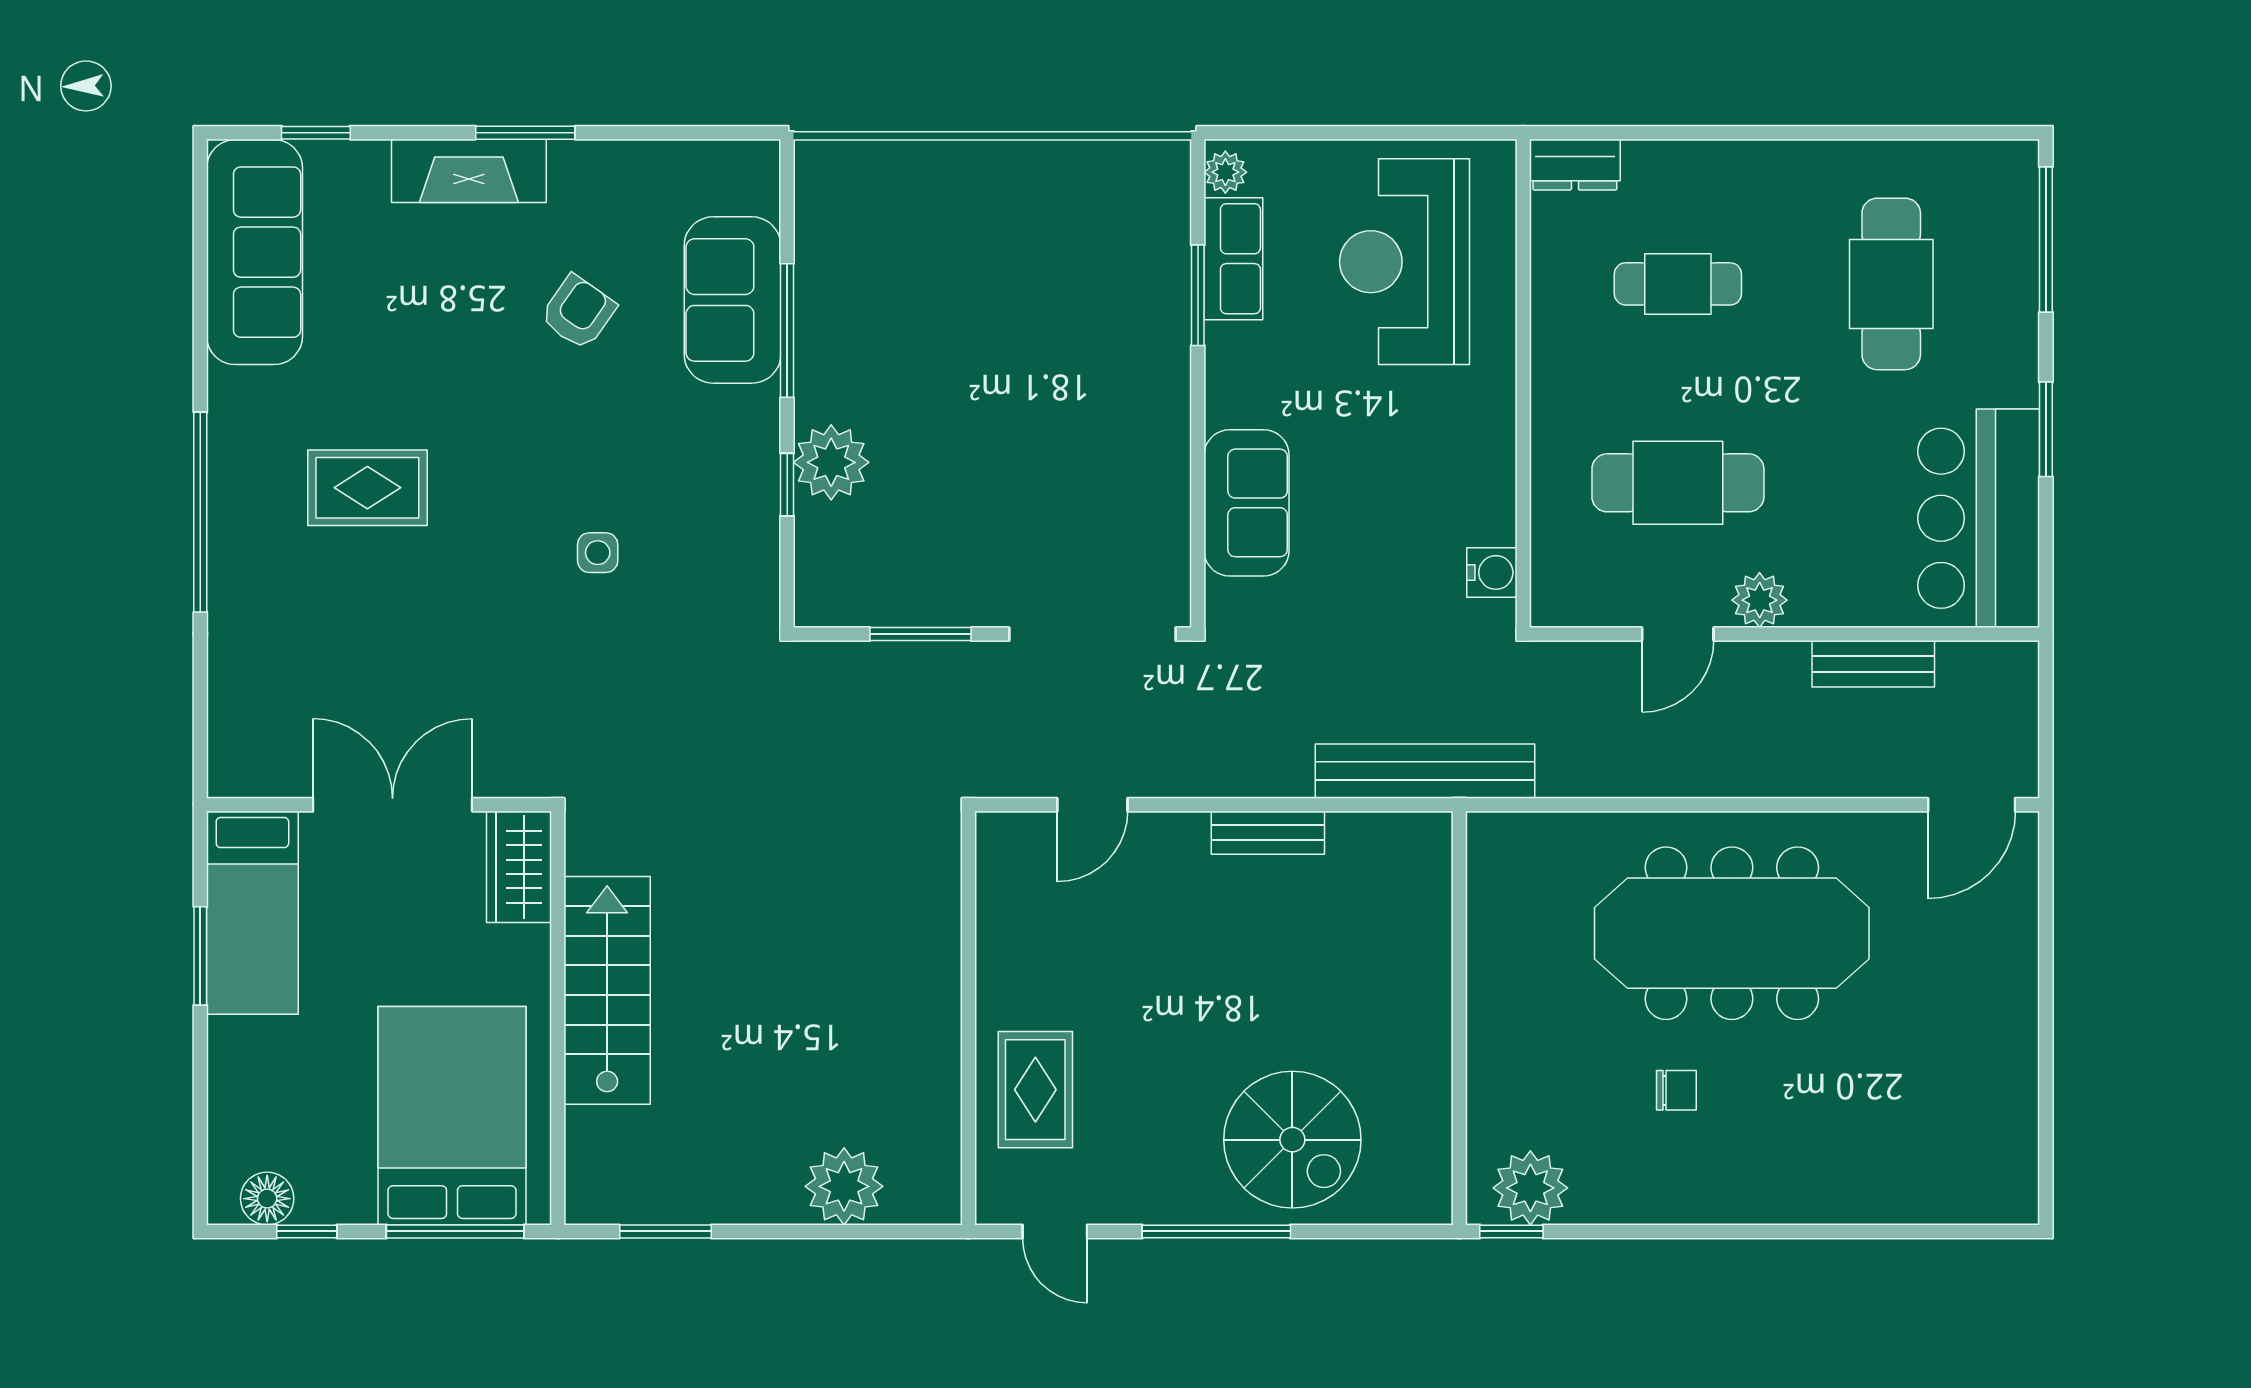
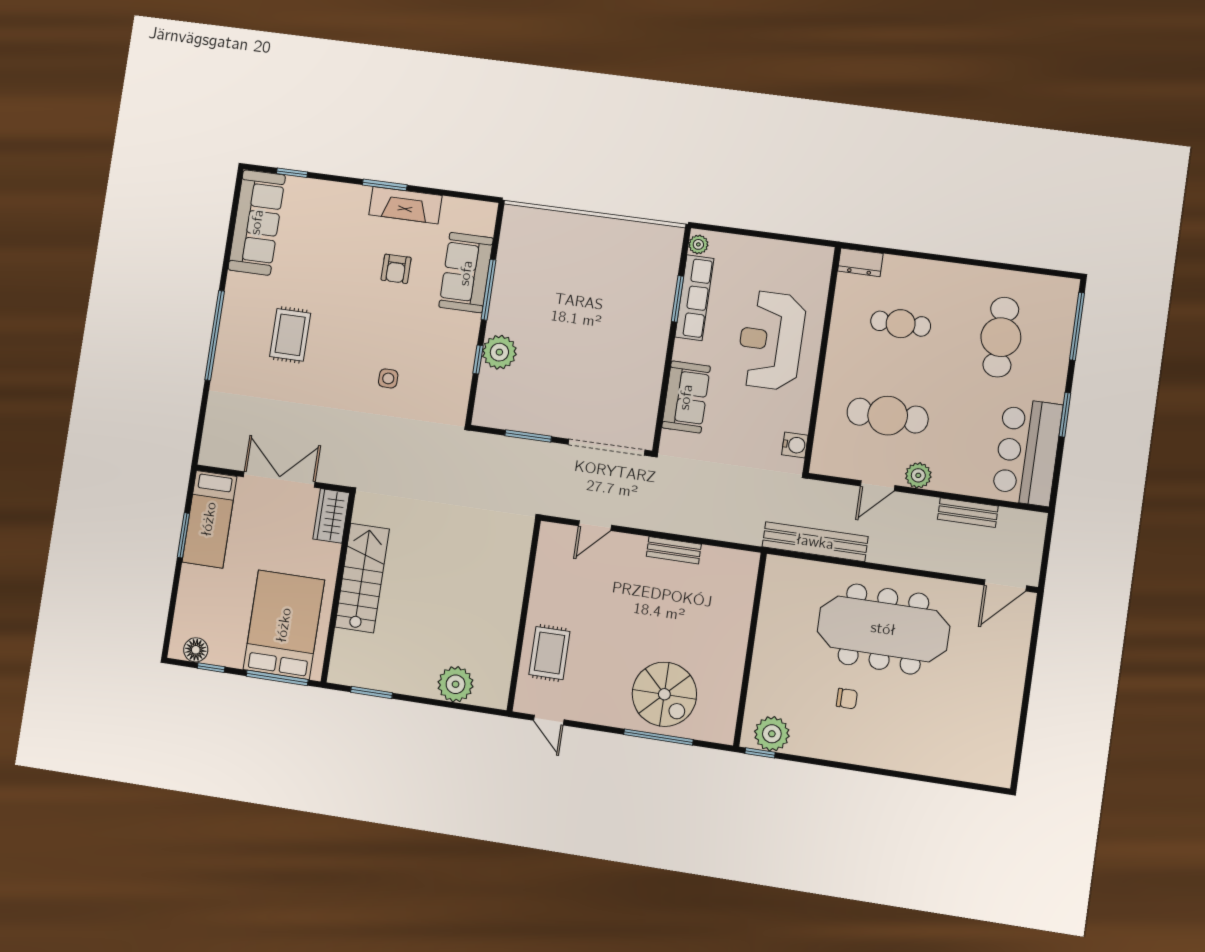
fireplace: (469, 171) -> (405, 205), moved
row of seats: (1233, 259) -> (694, 298), width x1.48
reception desk: (1404, 262) -> (771, 340), moved
armchair: (578, 312) -> (396, 269), turned 145
rug: (367, 488) -> (290, 335), turned 90
bench: (1425, 771) -> (815, 542), moved
window: (1216, 1231) -> (658, 737), moved

